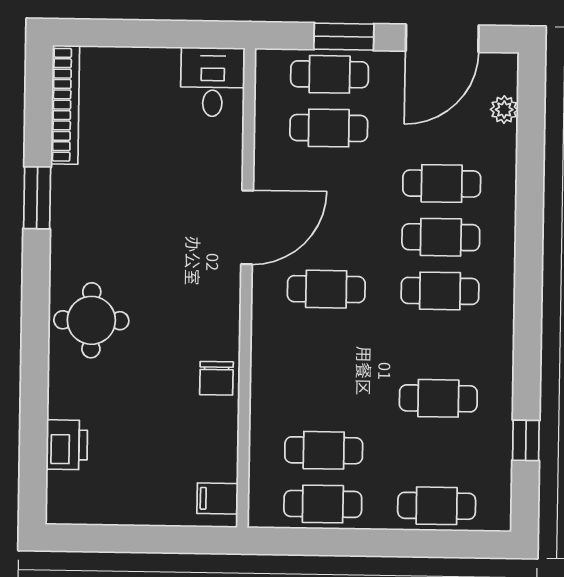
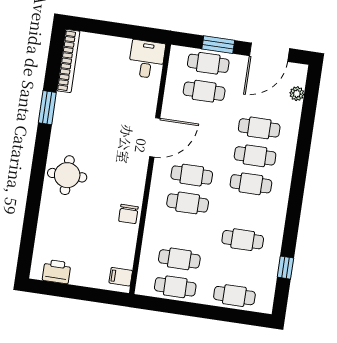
cafe table: (325, 343) -> (188, 203), added
printer: (67, 445) -> (57, 272), moved, turned -90

